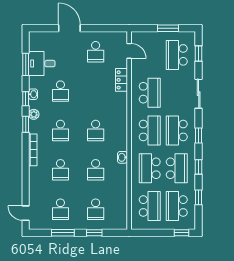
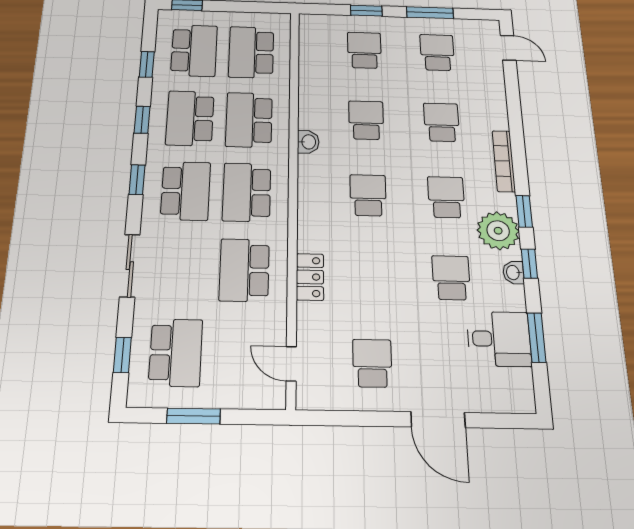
locker: (122, 80) -> (310, 277), moved
plant: (34, 114) -> (498, 231), width x1.88, depth x1.88
school desk: (150, 168) -> (249, 120), turned 180

